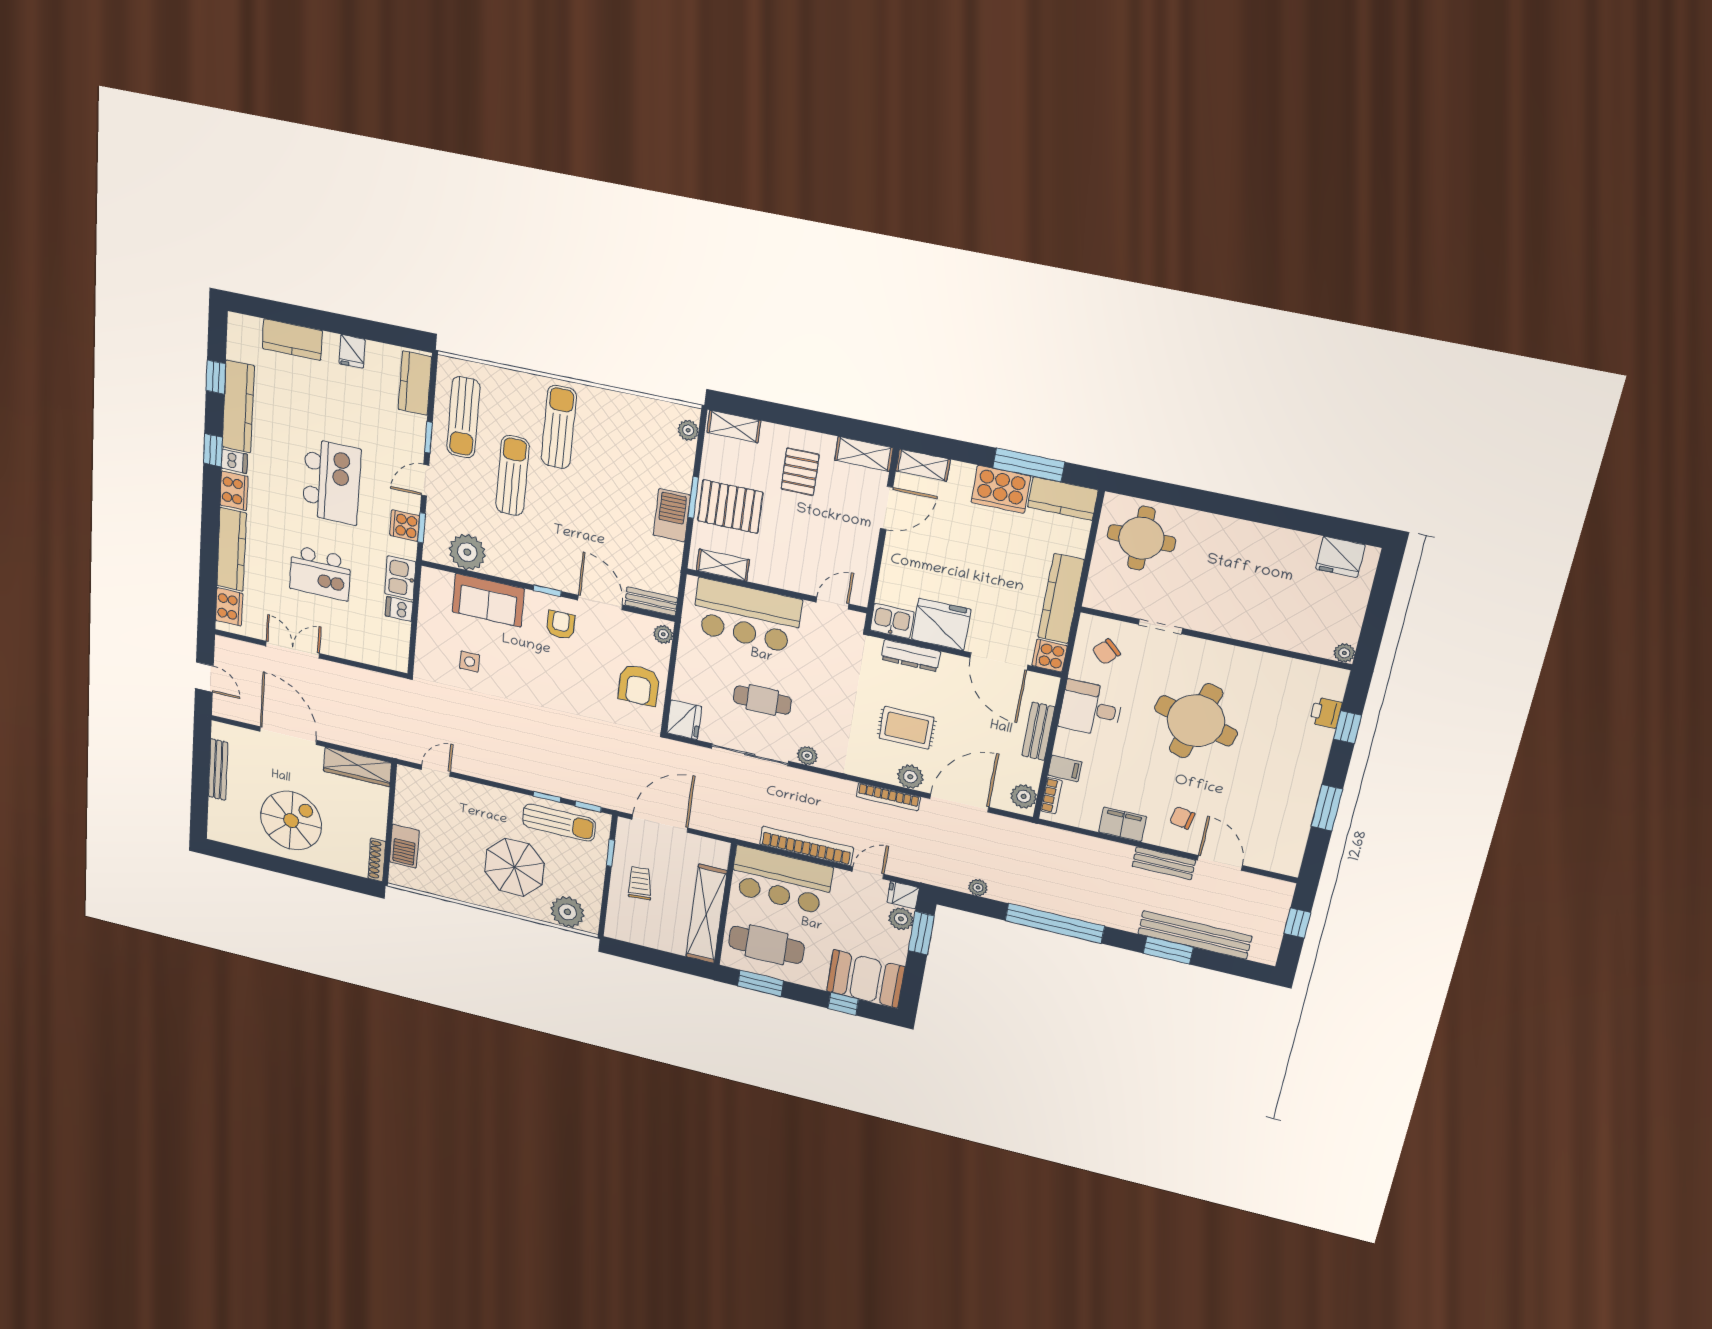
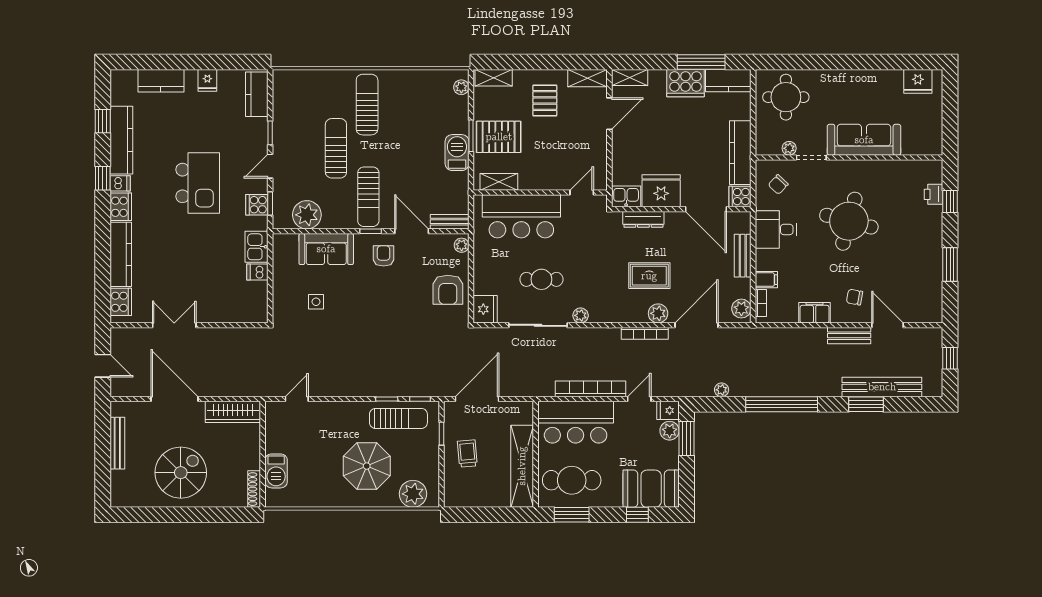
sun lounger: (463, 417) -> (368, 197), moved
kitchen island: (320, 573) -> (193, 257), removed
sofa: (1242, 619) -> (864, 140), added
plant: (1344, 653) -> (789, 148), moved

